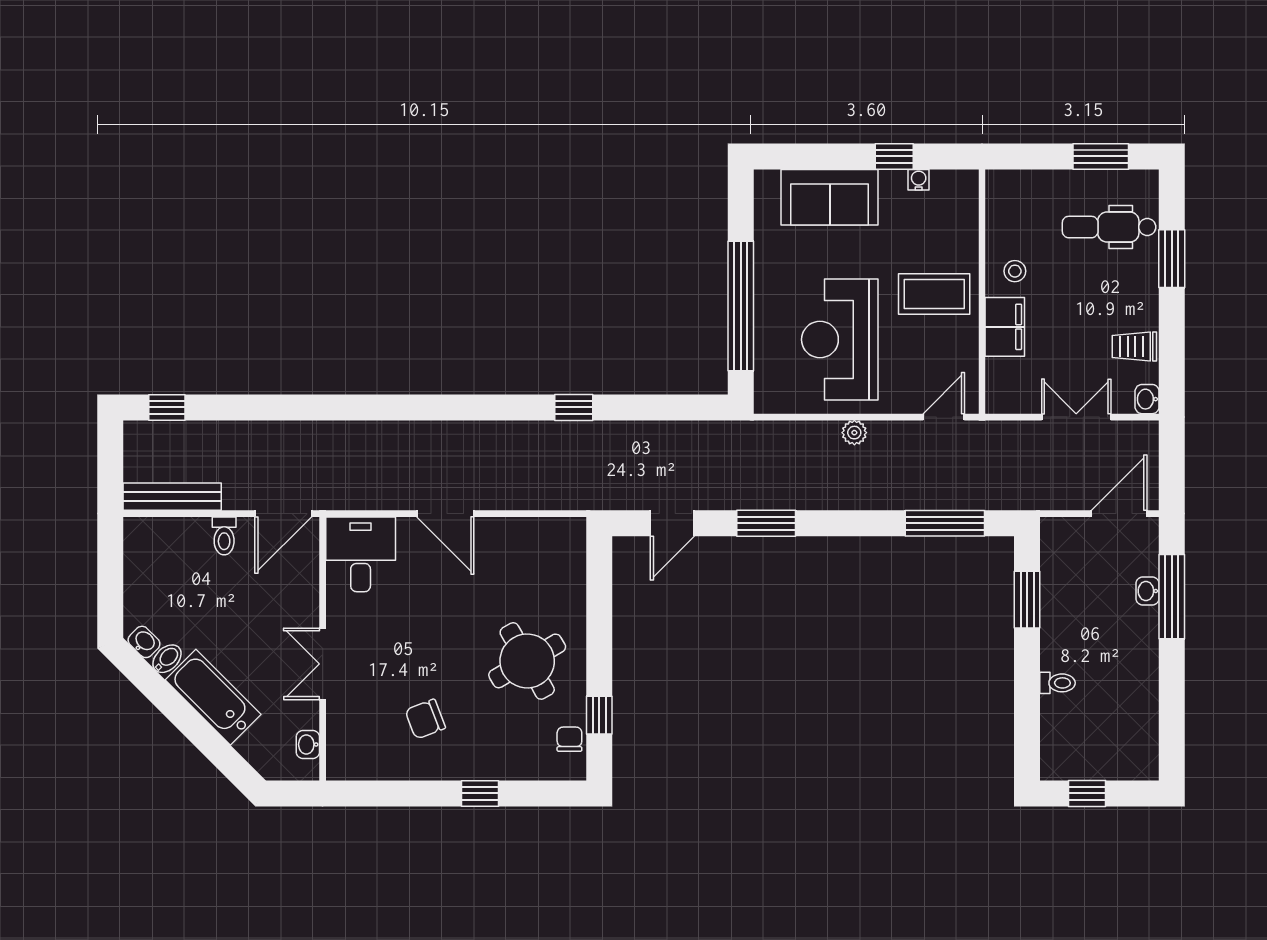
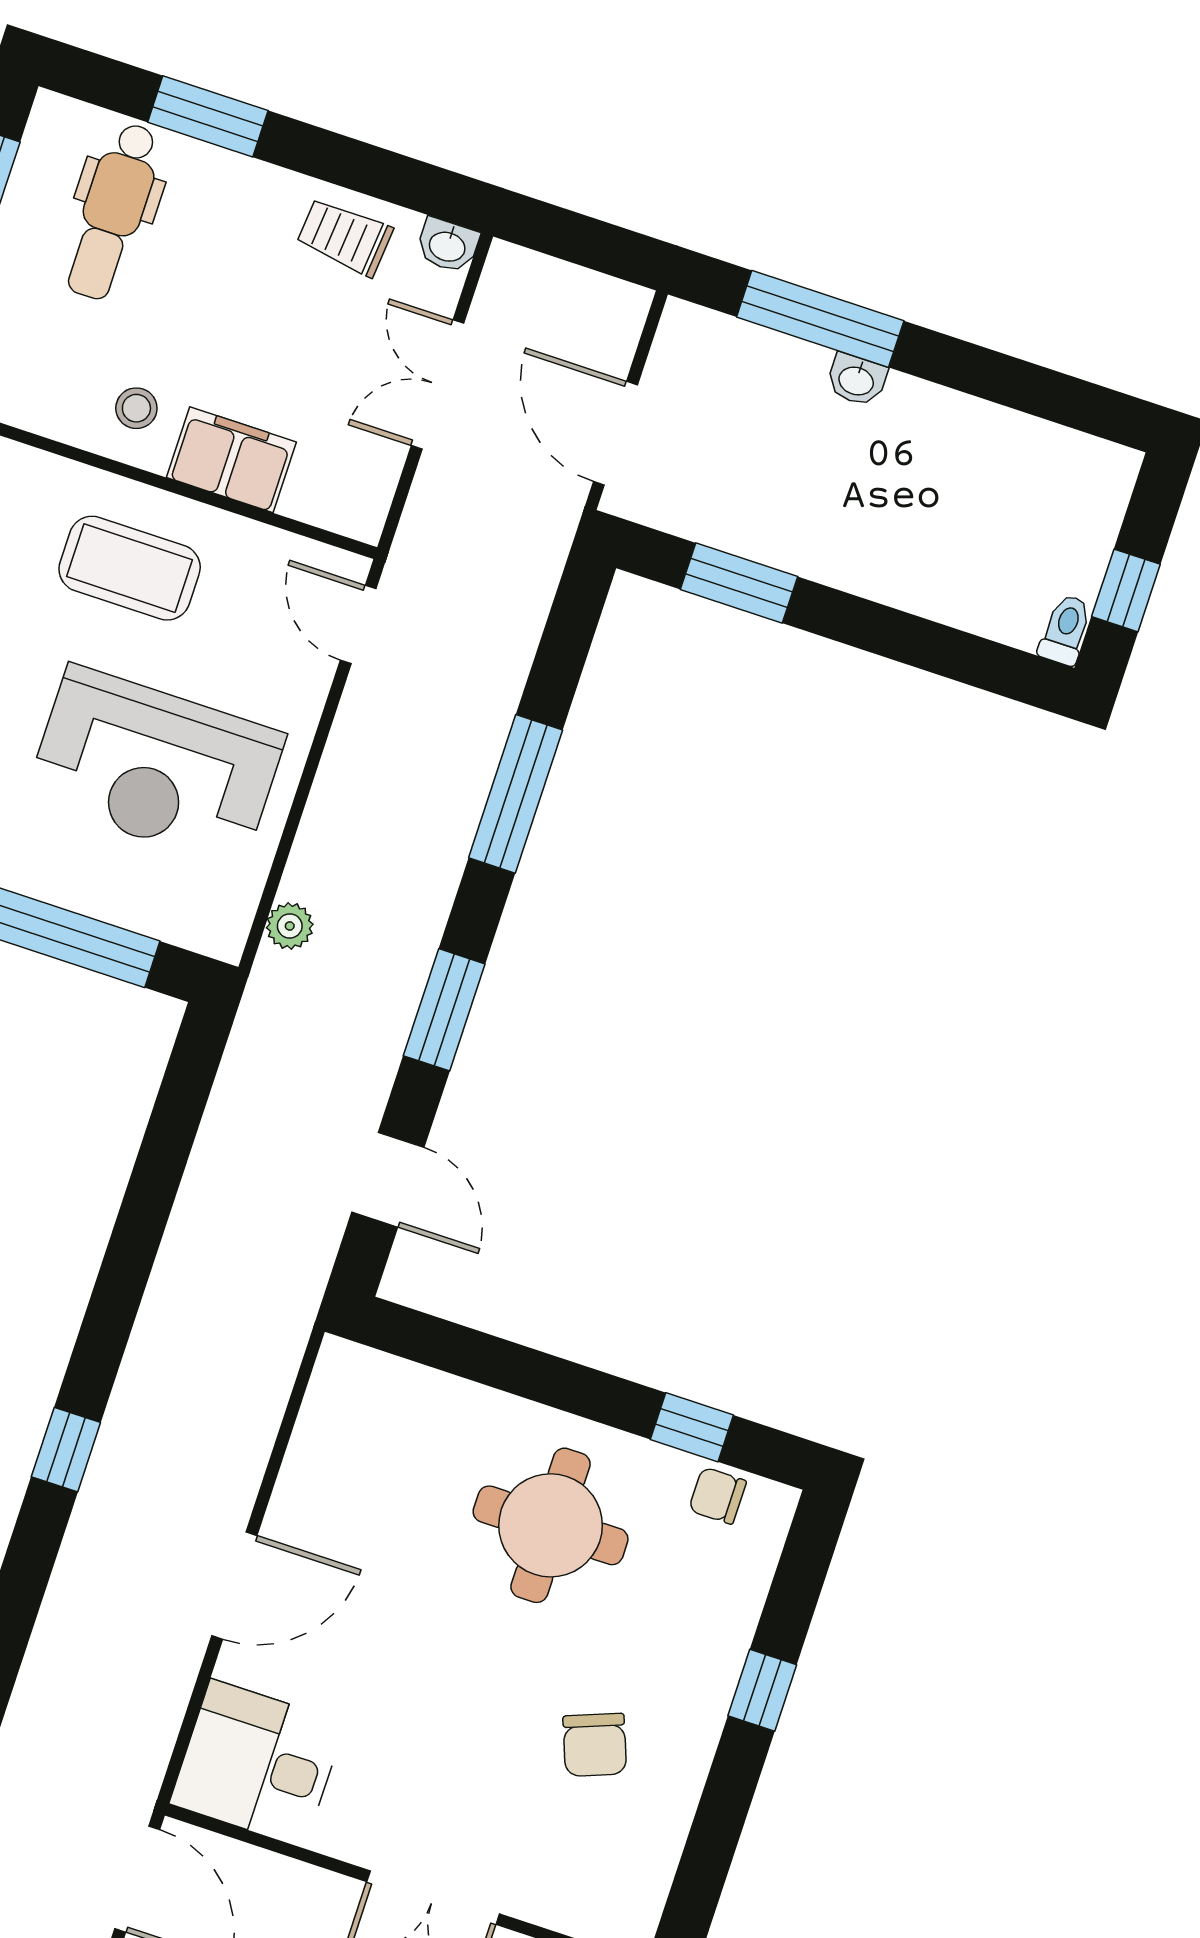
coffee table: (934, 294) -> (130, 568), turned 90
trolley: (1134, 347) -> (345, 237), turned 95
window: (574, 407) -> (66, 1450), moved
plant: (854, 433) -> (290, 926), moved
door: (1119, 514) -> (615, 433), moved
window: (945, 523) -> (516, 794), moved
washbasin: (1147, 591) -> (857, 380), moved
round table: (527, 661) -> (551, 1525), turned 30
toilet: (1057, 683) -> (1065, 630), moved

